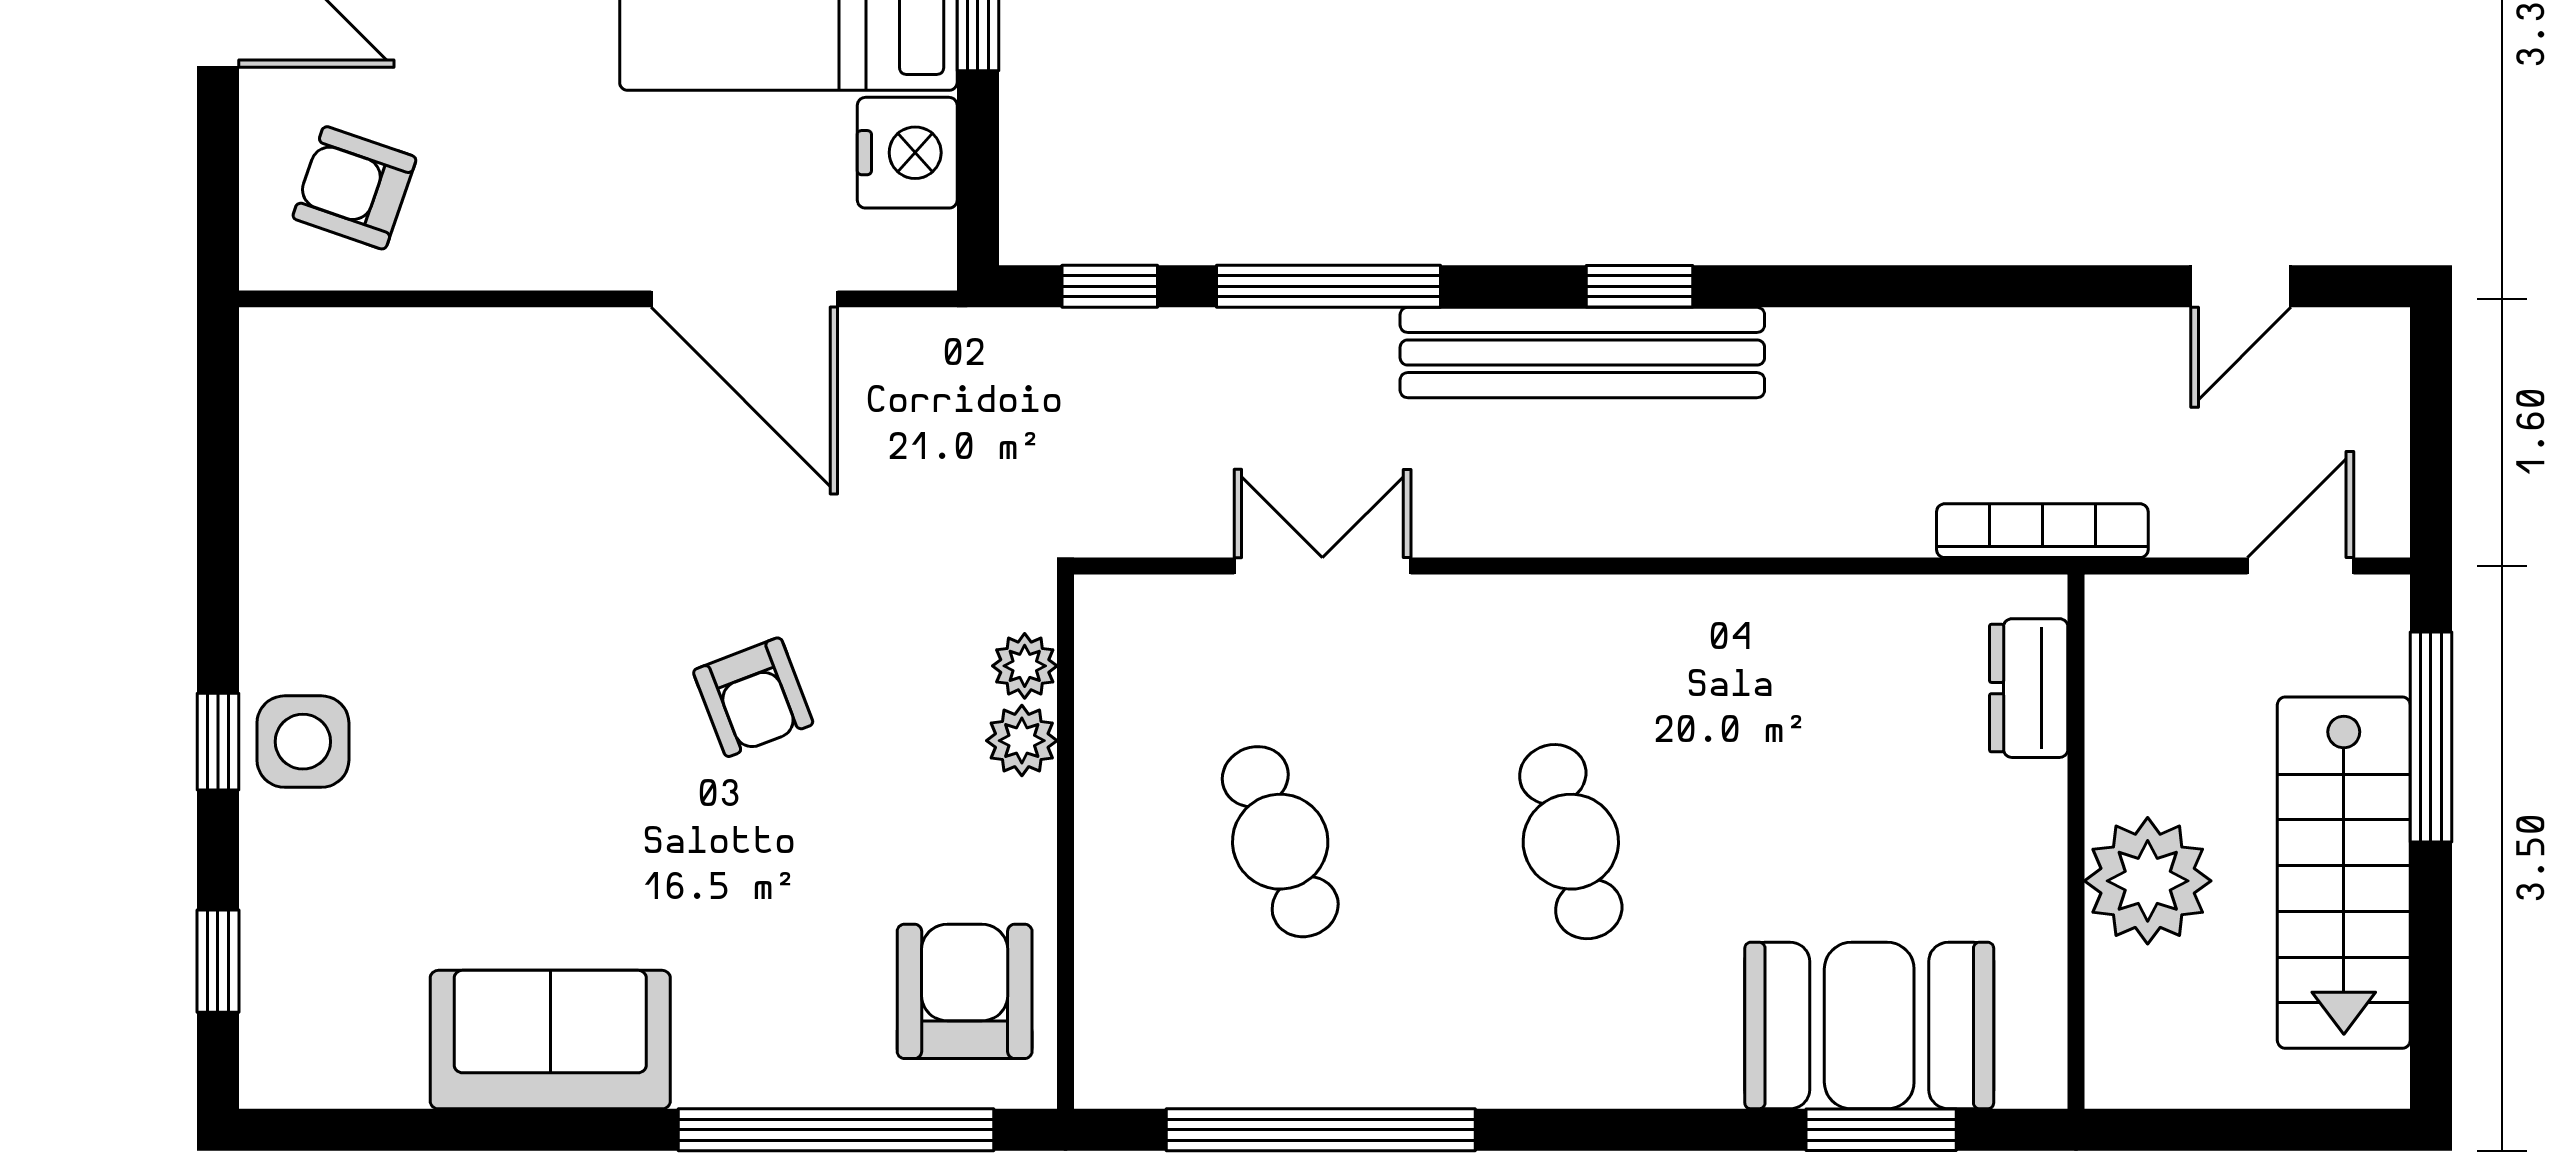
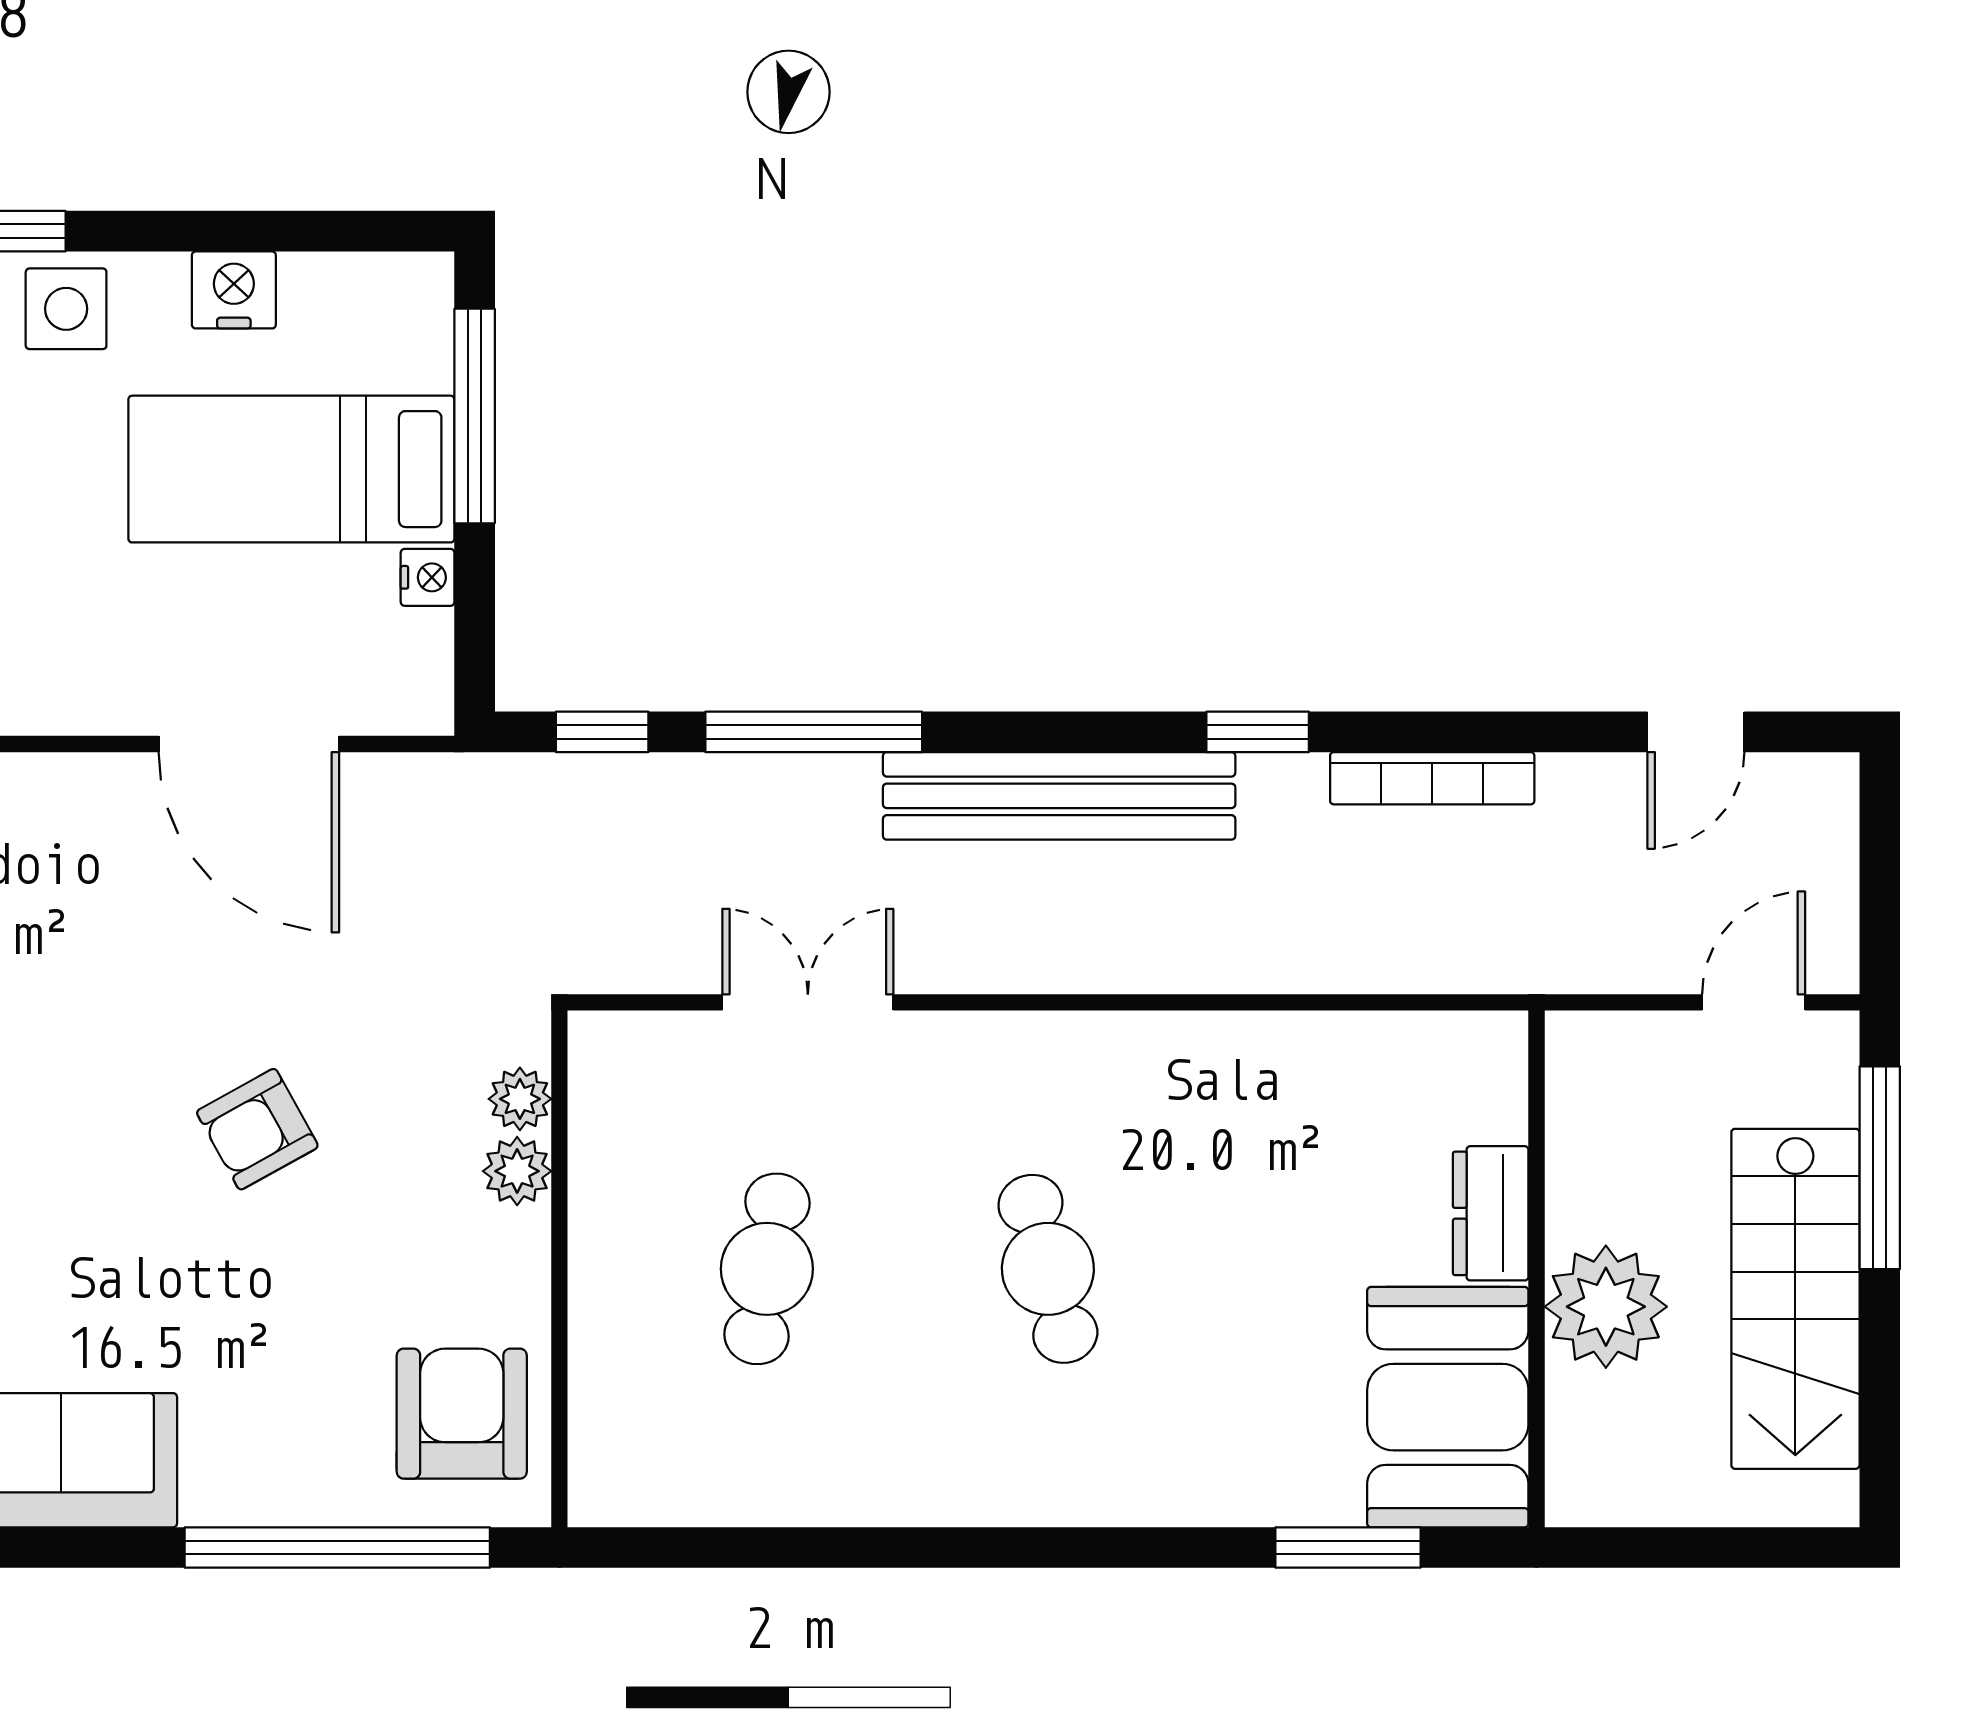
nightstand: (907, 153) -> (428, 577), width x0.53, depth x0.56
window: (1639, 286) -> (1258, 732), moved
bookcase: (2042, 531) -> (1432, 778), moved, turned 180
dresser: (2029, 688) -> (1491, 1213), moved
armchair: (753, 697) -> (257, 1129), turned 82
cafe table: (1280, 842) -> (767, 1269), turned 30
booth: (1869, 1026) -> (1448, 1407), moved, turned 90
window: (1321, 1130) -> (806, 1547), removed

